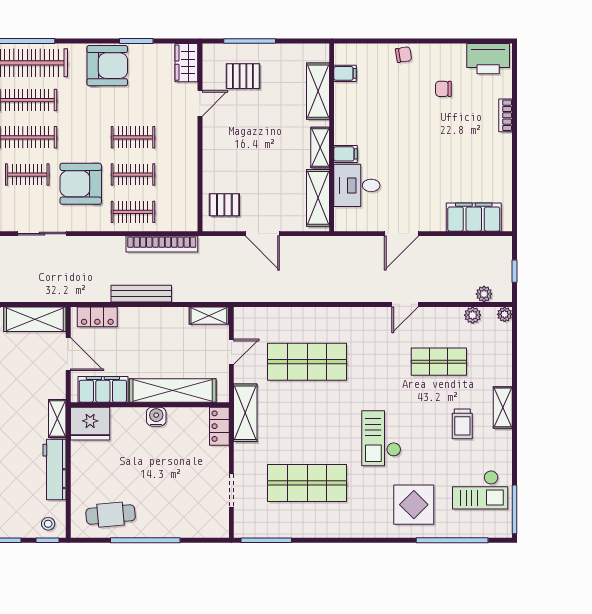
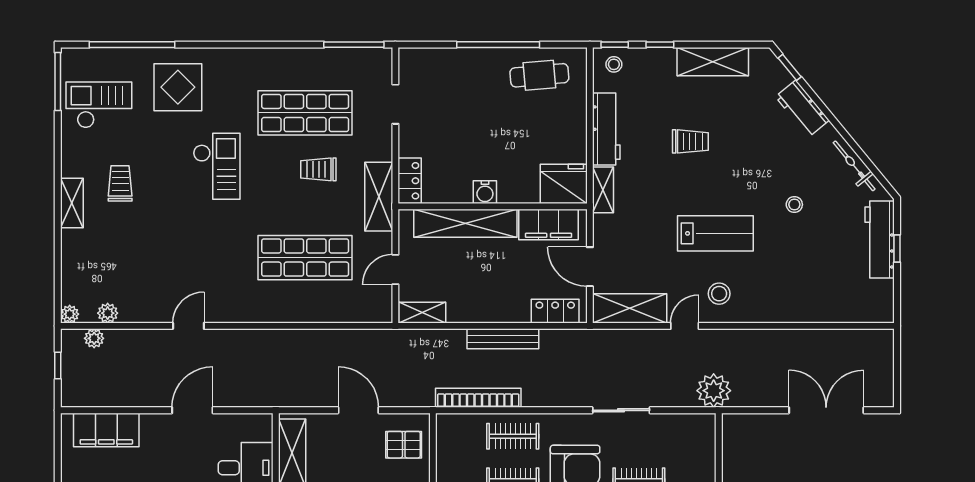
shop shelf: (439, 362) -> (148, 258), removed
trolley: (296, 436) -> (318, 169), added

